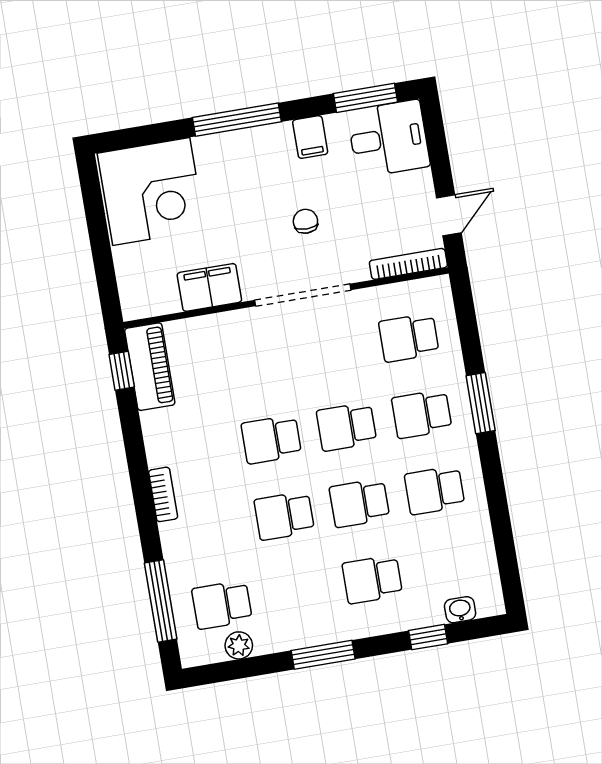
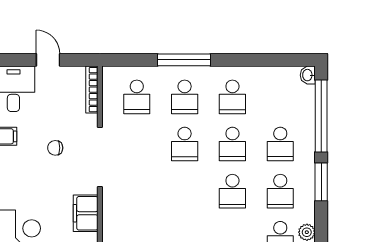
door: (449, 215) -> (48, 60), moved
window: (481, 403) -> (184, 60), width x1.44
school desk: (271, 439) -> (280, 191), moved
washbasin: (460, 610) -> (308, 75), moved
window: (428, 637) -> (321, 116), width x3.17

